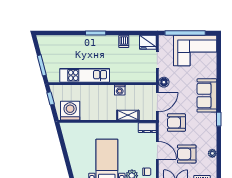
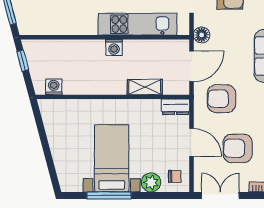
kitchen unit: (85, 75) -> (137, 24), moved
washing machine: (120, 90) -> (114, 47), moved
washing machine: (70, 111) -> (54, 87), width x0.53, depth x0.53

